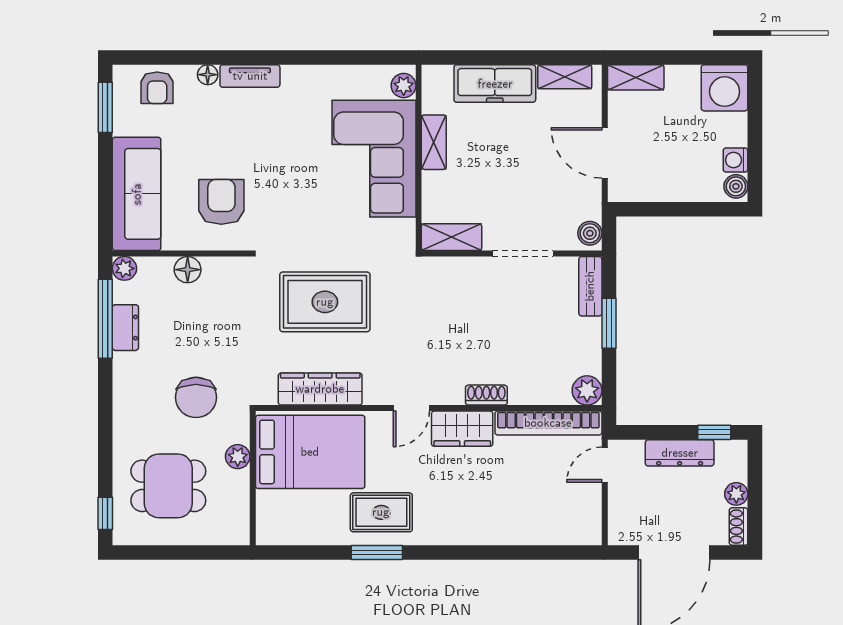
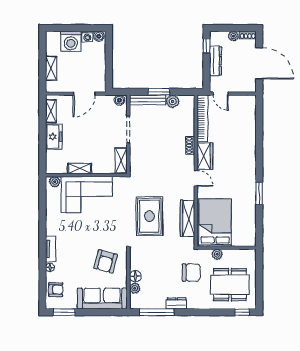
shelving: (636, 77) -> (51, 68), moved
freezer: (495, 84) -> (54, 137), width x0.71
washing machine: (725, 88) -> (71, 41), moved, turned 90
armchair: (221, 202) -> (106, 261), turned -75
plant: (124, 268) -> (135, 288), moved
bench: (590, 286) -> (147, 100), width x1.36
dresser: (125, 328) -> (177, 303), moved
plant: (587, 390) -> (173, 101), moved
dining table: (168, 486) -> (230, 285), width x1.38
rug: (381, 512) -> (242, 191), removed

